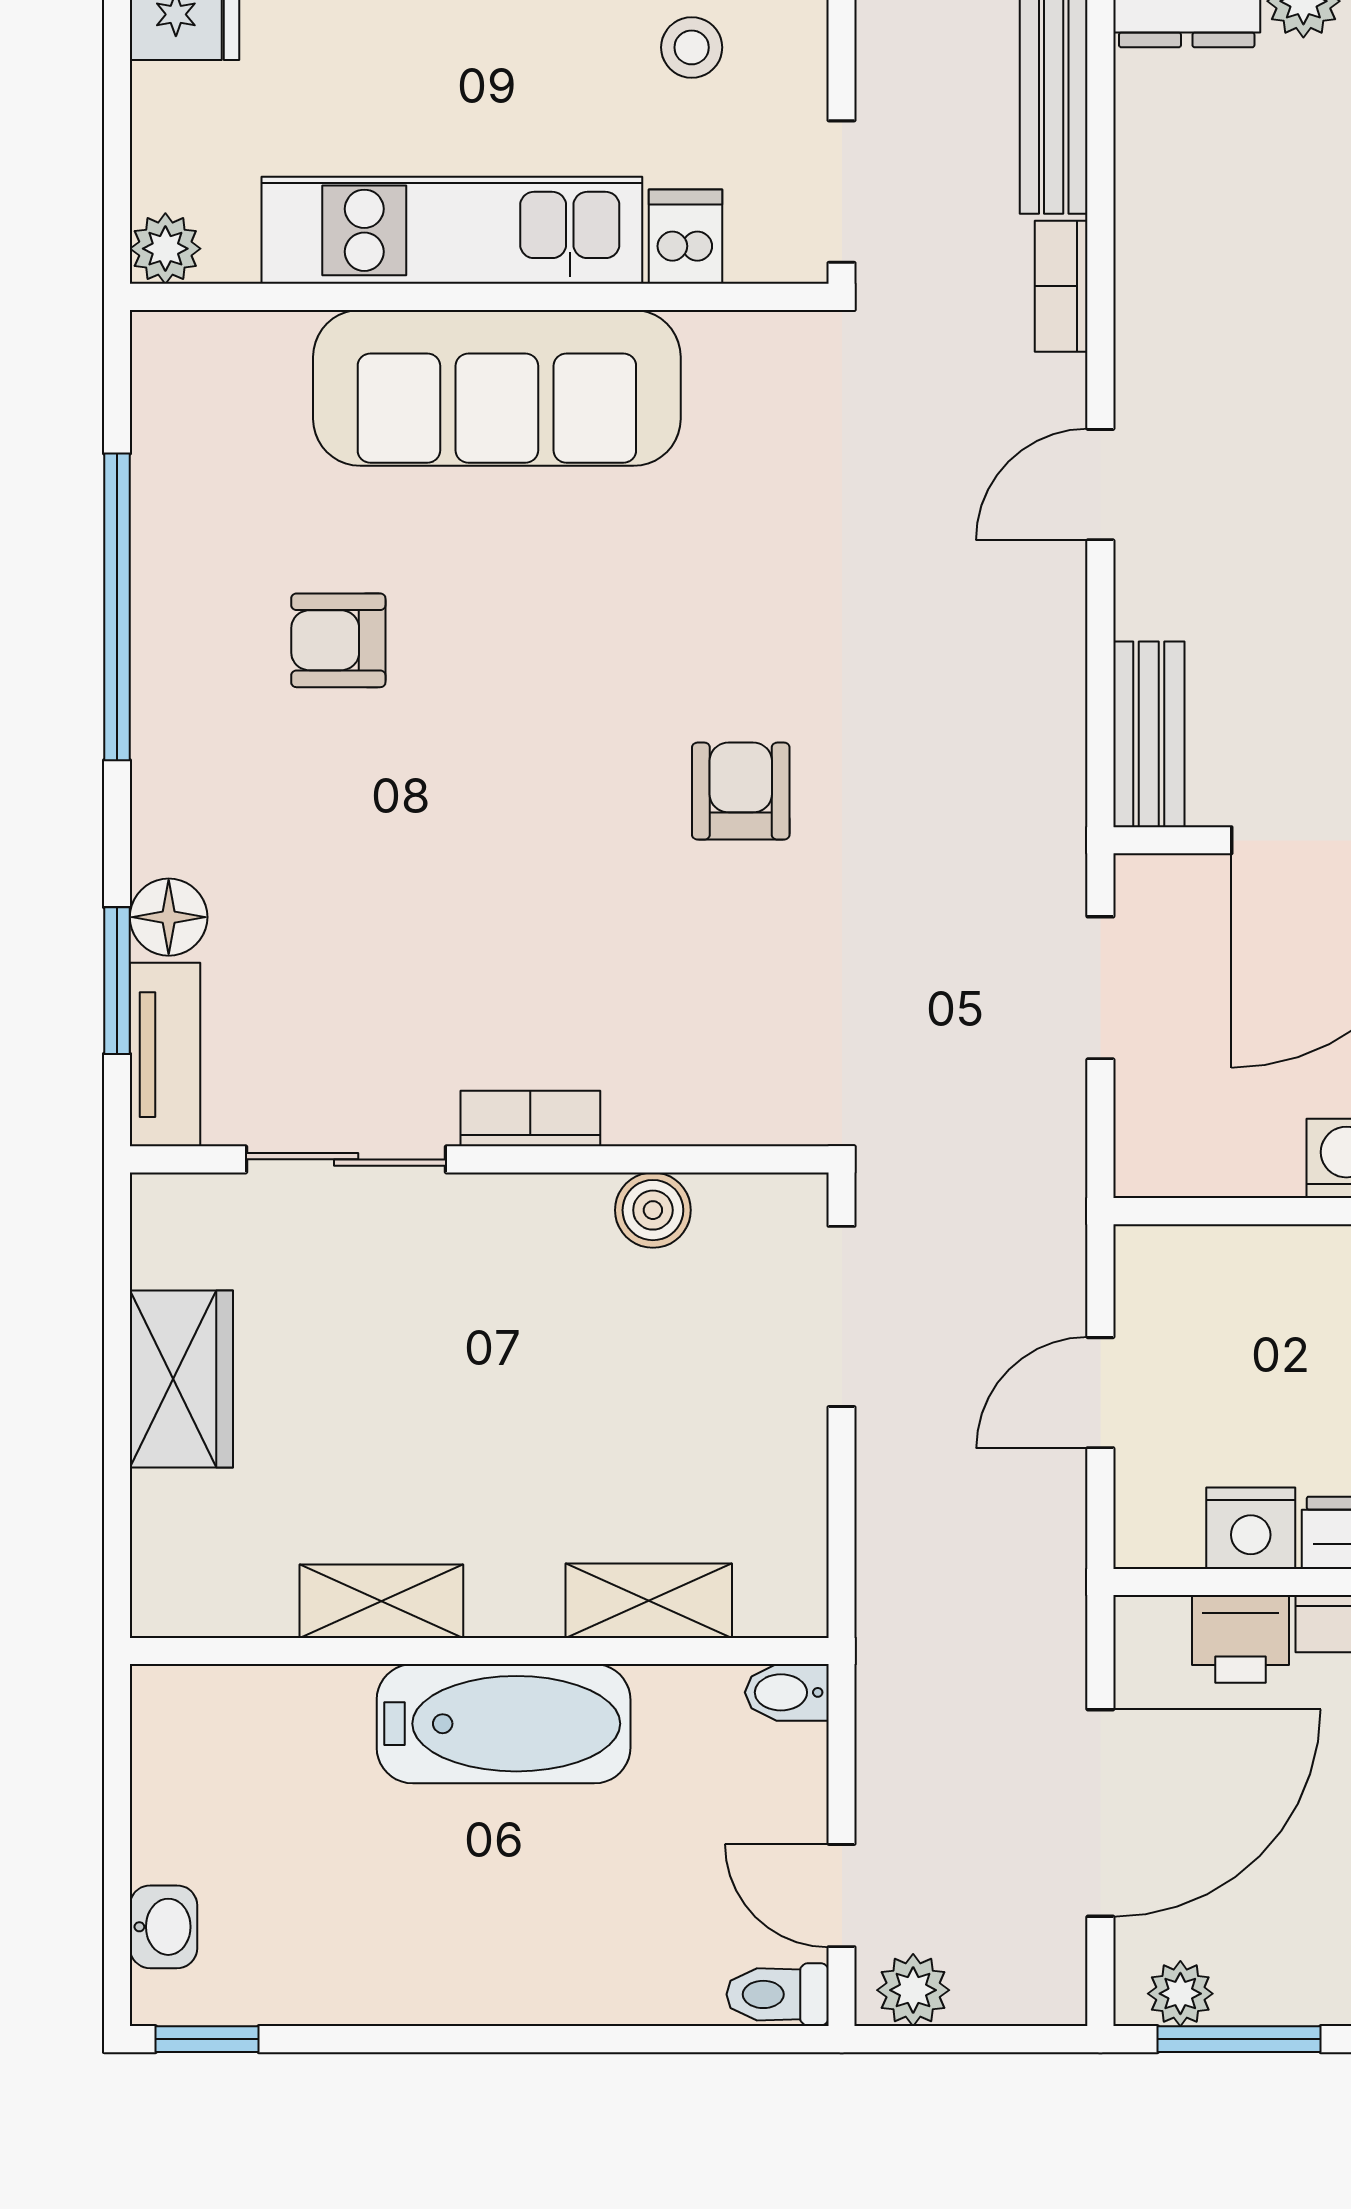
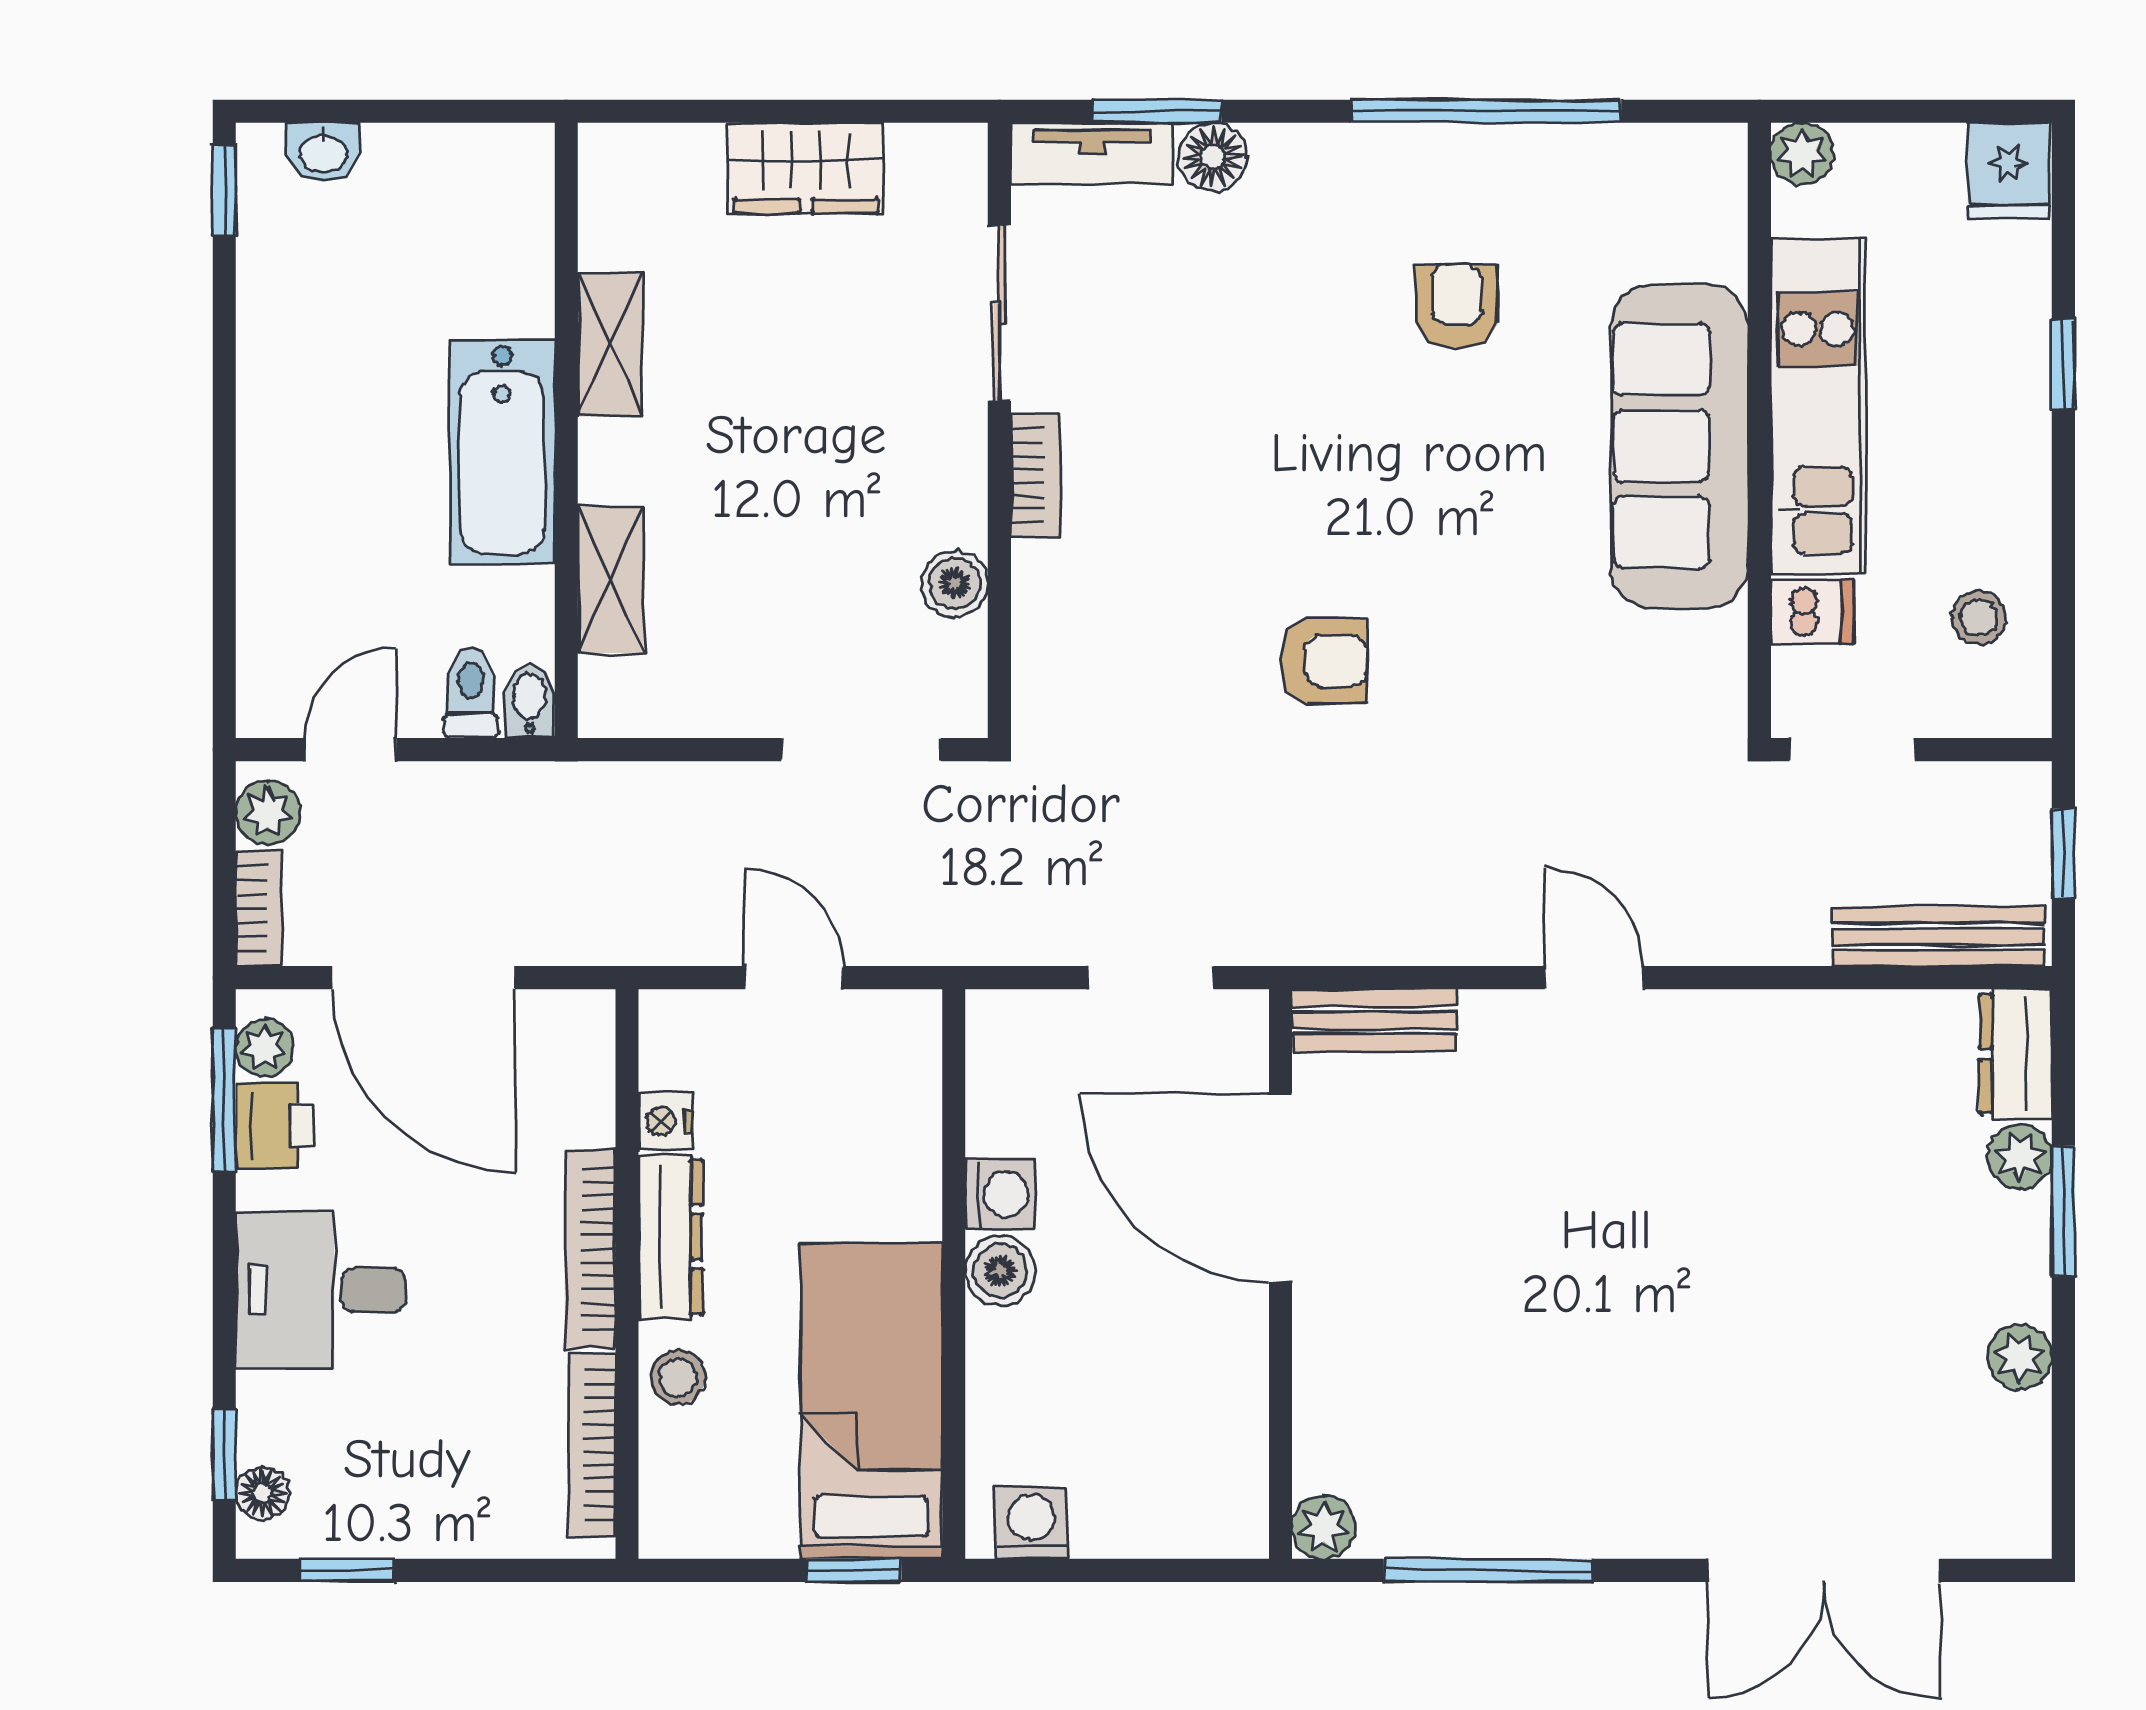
bookcase: (1061, 286) -> (259, 908), moved, turned 90
nightstand: (1251, 1528) -> (665, 1121), width x0.72, depth x0.74
printer: (1241, 1639) -> (274, 1125), moved, turned 180
toilet: (778, 1994) -> (471, 693), moved

